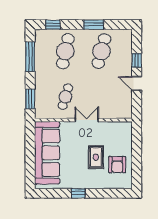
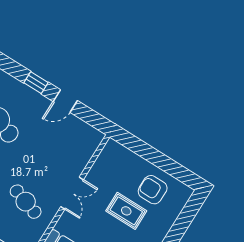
double door: (87, 120) -> (72, 193), swing flipped
armchair: (117, 165) -> (153, 190), turned 180

